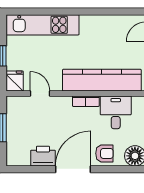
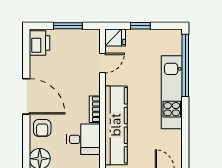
window: (42, 11) -> (185, 65), added
kitchen unit: (42, 25) -> (172, 92), moved
printer: (43, 156) -> (39, 43), moved

